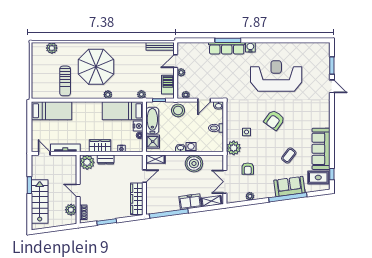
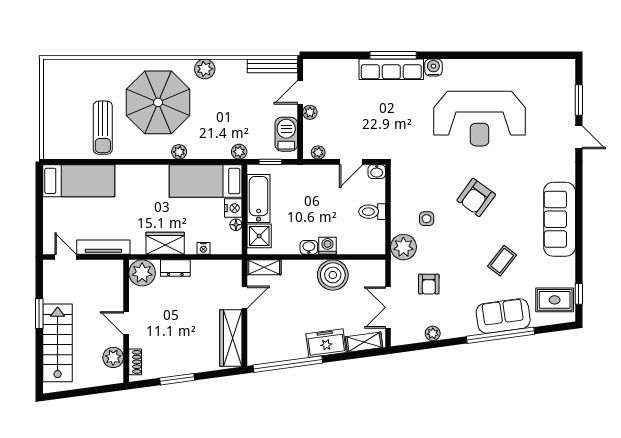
plant: (52, 48) -> (205, 69), moved
reception desk: (276, 76) -> (480, 119), turned 180
stool: (178, 110) -> (304, 180), removed
sofa: (321, 149) -> (560, 219), moved

